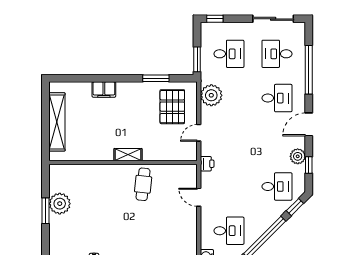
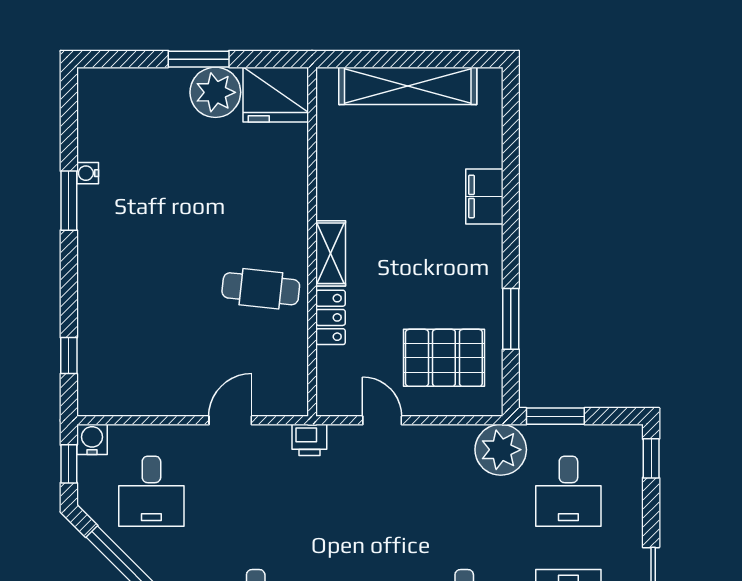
plant: (211, 95) -> (501, 450), moved
locker: (155, 155) -> (331, 317), added
fridge: (61, 178) -> (276, 95), added

